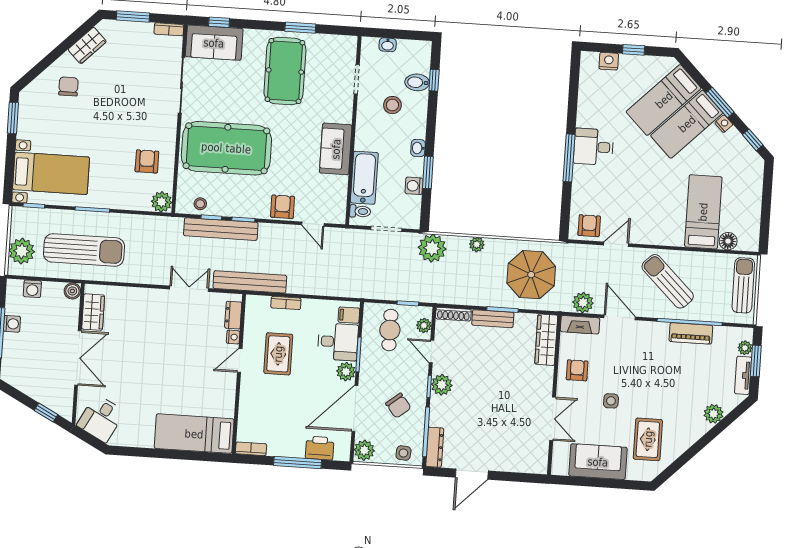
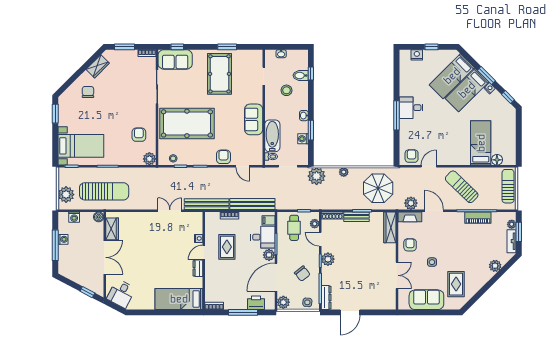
bench: (221, 229) -> (252, 204), moved
dresser: (233, 315) -> (198, 268), moved

